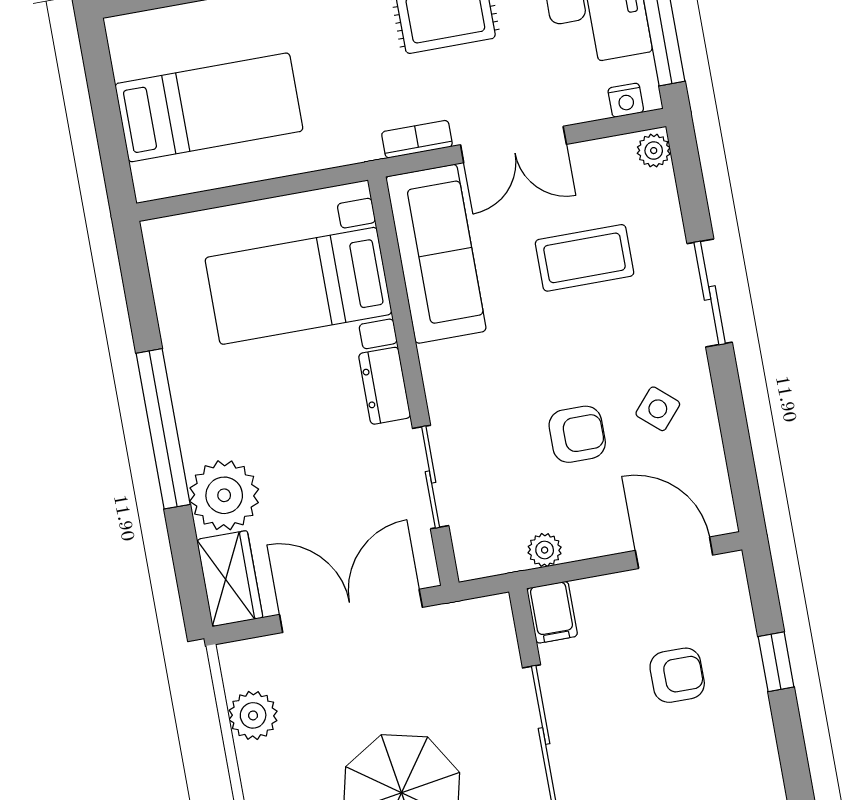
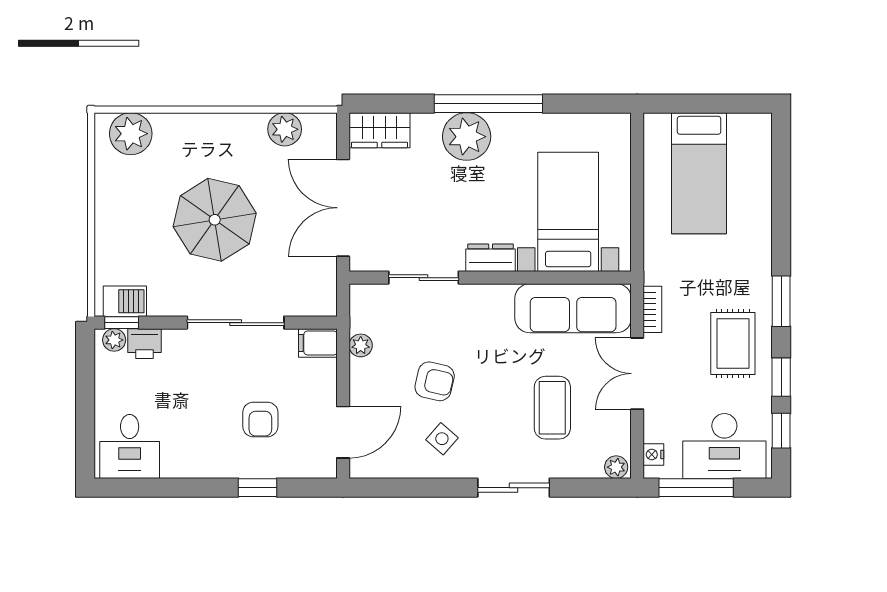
armchair: (577, 434) -> (435, 381), turned -77
plant: (224, 495) -> (467, 137), moved
double door: (351, 611) -> (343, 208), swing flipped

